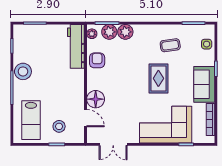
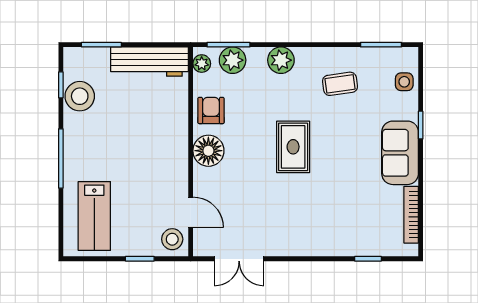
plant: (125, 32) -> (281, 60), moved
workbench: (76, 46) -> (149, 62), moved, turned -90
stool: (23, 71) -> (80, 96), moved
rug: (158, 78) -> (293, 147), moved
floor lamp: (96, 99) -> (208, 151), moved
corner sofa: (166, 125) -> (332, 224), removed
stool: (59, 126) -> (172, 239), moved

